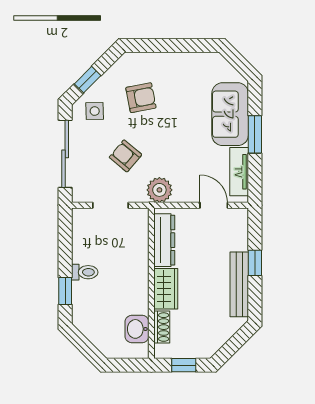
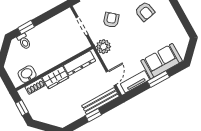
toilet: (85, 272) -> (24, 41), moved
bench: (239, 284) -> (100, 101), moved

